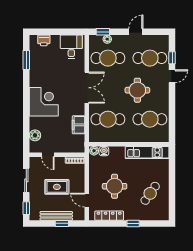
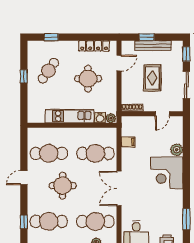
door: (172, 76) -> (24, 178), moved
filing cabinet: (79, 125) -> (128, 142), width x0.50
plant: (35, 135) -> (177, 150), moved
kitchen unit: (147, 153) -> (69, 116), moved
door: (48, 155) -> (162, 114), swing flipped
rug: (57, 187) -> (152, 78), turned 90
window: (172, 188) -> (24, 76), added
door: (87, 200) -> (119, 63), hinge flipped
window: (133, 223) -> (51, 37), moved

